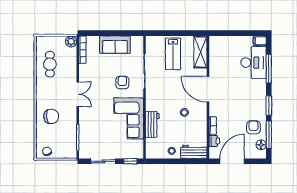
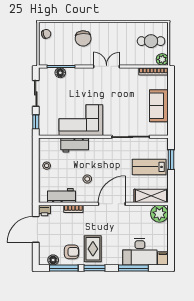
window: (166, 33) -> (171, 160), added
plant: (217, 44) -> (159, 214), added
cafe table: (50, 64) -> (151, 41), moved
armchair: (122, 83) -> (119, 113), removed
double door: (78, 94) -> (107, 66), swing flipped
rug: (251, 107) -> (93, 249), added
floor lamp: (84, 138) -> (60, 73), added
printer: (214, 141) -> (45, 210), moved
workbench: (194, 152) -> (62, 196), moved, turned -90
door: (232, 161) -> (36, 229), swing flipped

